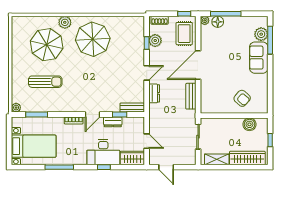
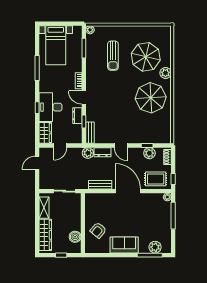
floor lamp: (218, 22) -> (166, 209), removed
sofa: (259, 58) -> (124, 245), moved
plant: (155, 110) -> (88, 153), added

